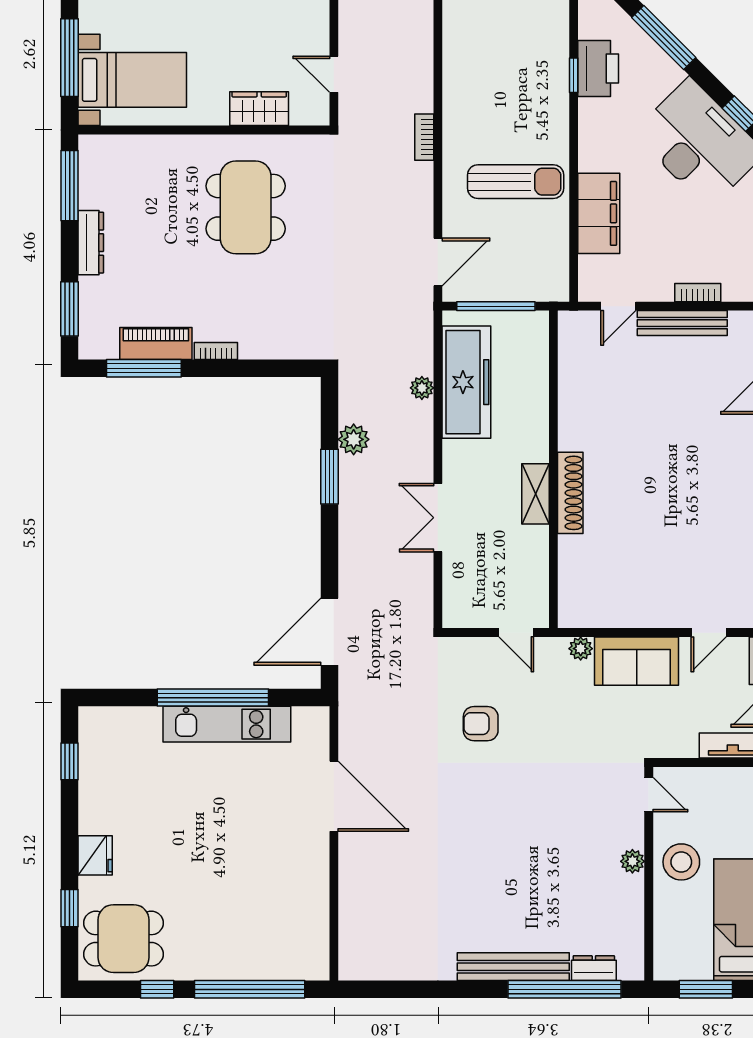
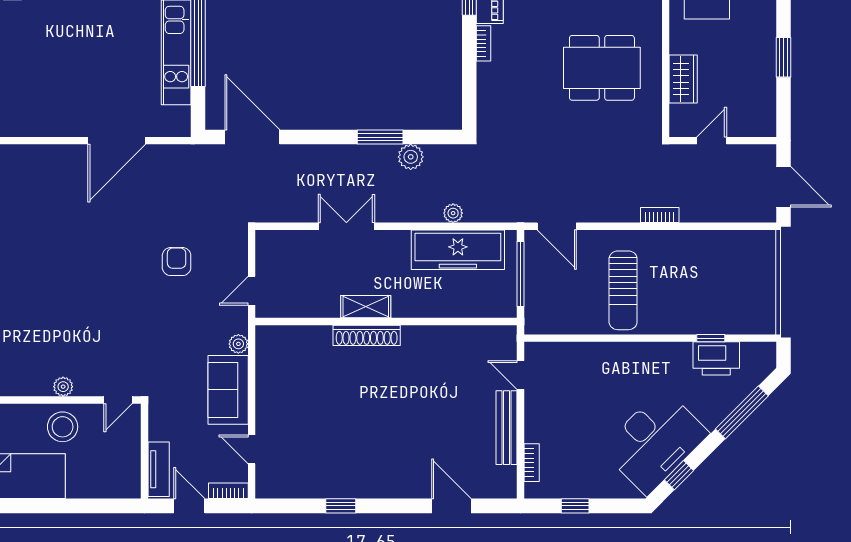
filing cabinet: (599, 213) -> (597, 359), removed
bookcase: (698, 293) -> (532, 463), moved

